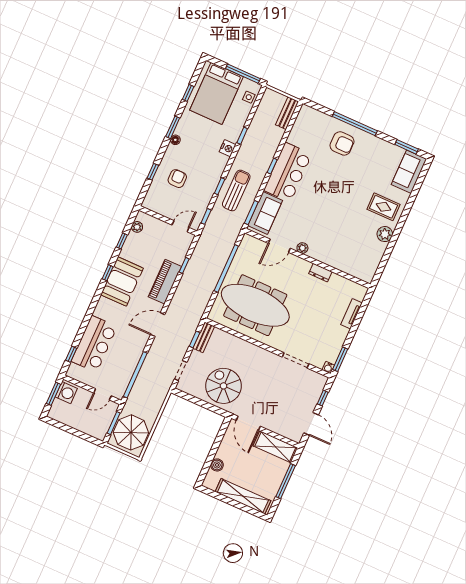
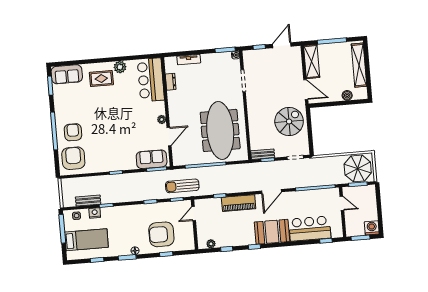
bed: (217, 93) -> (86, 240), width x0.67
bench: (287, 113) -> (88, 201), moved
armchair: (313, 128) -> (73, 158), added
nightstand: (228, 148) -> (95, 213), moved
bar counter: (288, 172) -> (151, 80), moved, turned -90
armchair: (177, 179) -> (161, 234), width x1.88, depth x1.88
sun lounger: (236, 190) -> (182, 186), moved
rug: (383, 207) -> (101, 79), turned 90
door: (181, 226) -> (194, 214), hinge flipped
door: (279, 246) -> (169, 137), hinge flipped
dresser: (320, 273) -> (171, 82), moved
booth: (122, 281) -> (272, 232), moved
door: (158, 325) -> (272, 191), hinge flipped
spiral stairs: (223, 386) -> (289, 121), turned 180
washing machine: (66, 393) -> (372, 228), moved
door: (248, 423) -> (306, 90), hinge flipped

